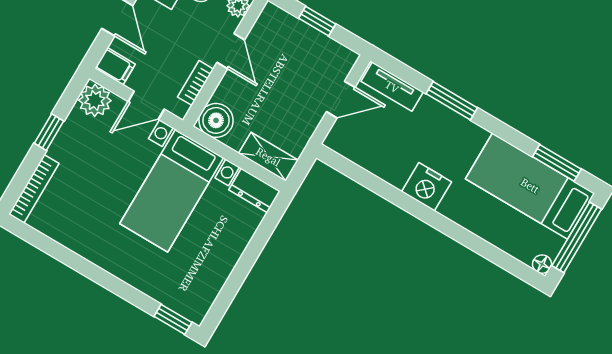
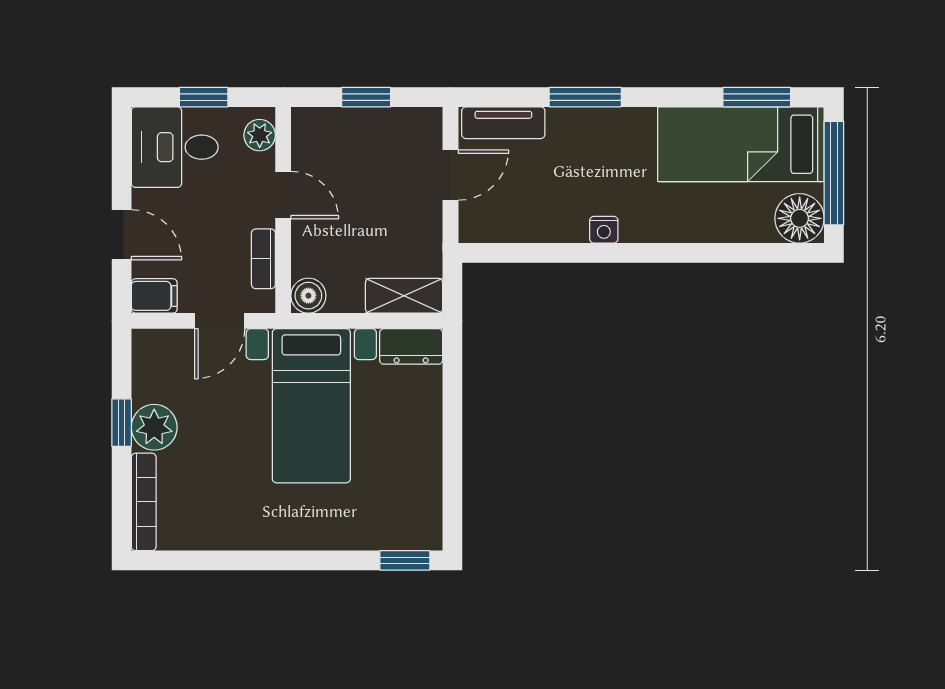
plant: (95, 100) -> (154, 427), moved
boiler: (216, 120) -> (308, 296), width x0.73, depth x0.73
nightstand: (427, 187) -> (604, 230), width x0.53, depth x0.56
floor lamp: (542, 264) -> (800, 218), width x1.89, depth x1.89

